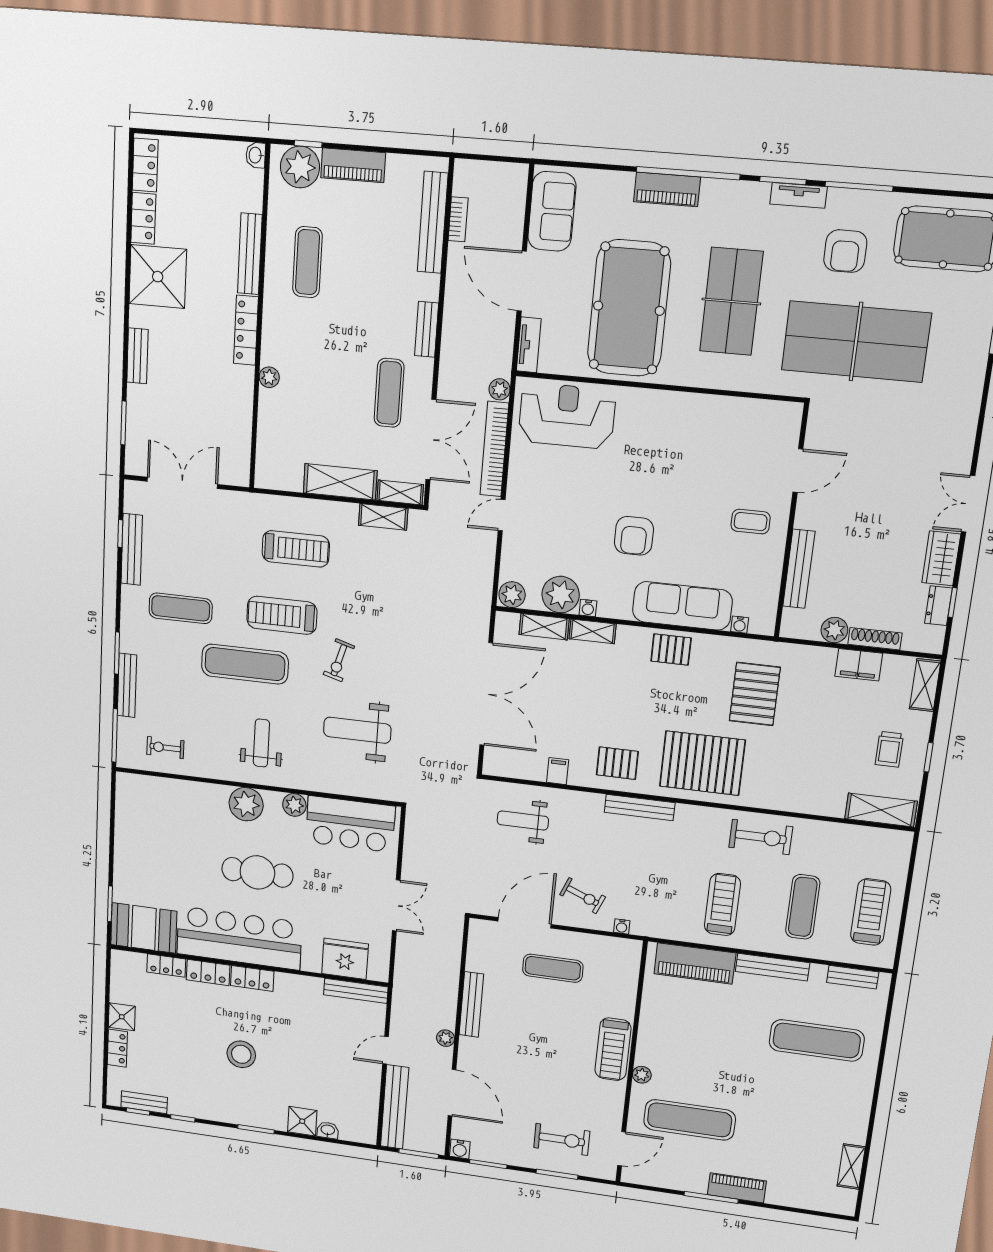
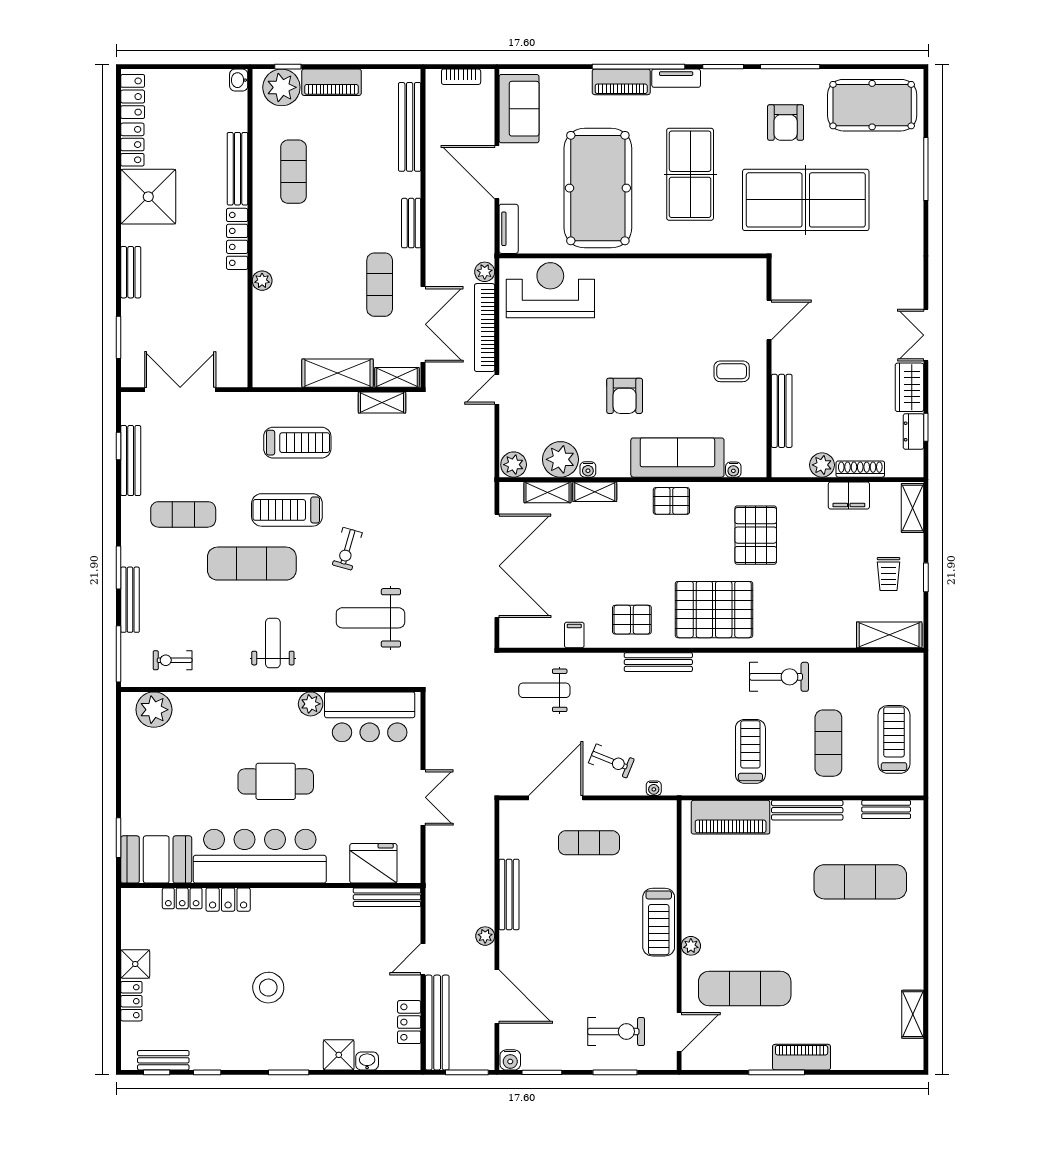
tv unit: (798, 195) -> (676, 78), moved
bookcase: (458, 219) -> (461, 77), moved, turned 90
plant: (246, 804) -> (154, 710), moved
locker: (252, 978) -> (409, 1022), moved, turned 90

